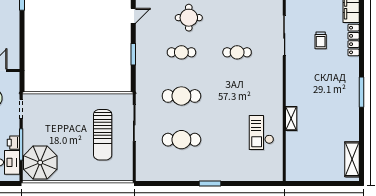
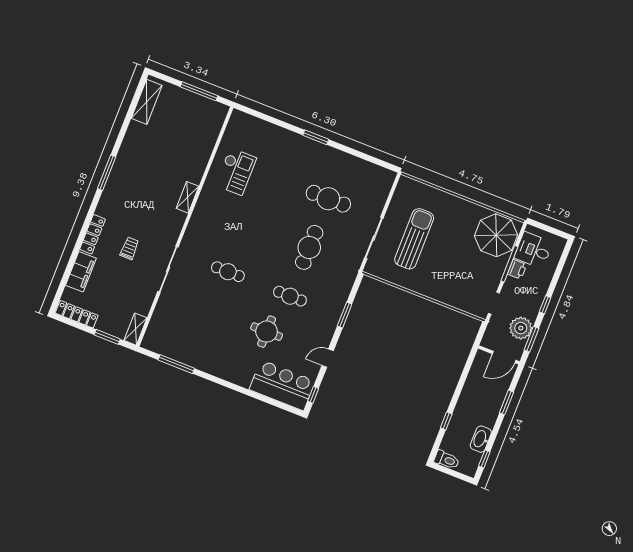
cafe table: (181, 96) -> (309, 247), turned 90
shelving: (291, 118) -> (188, 197), moved
window: (315, 183) -> (199, 91), added

